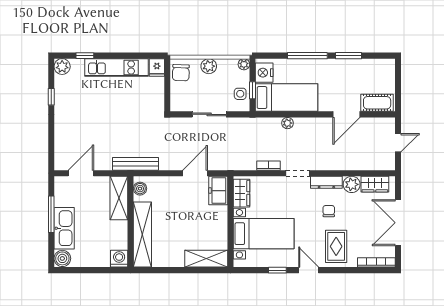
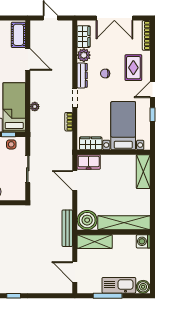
boiler: (140, 189) -> (87, 220), width x1.86, depth x1.86
rug: (336, 246) -> (133, 68), turned 90

